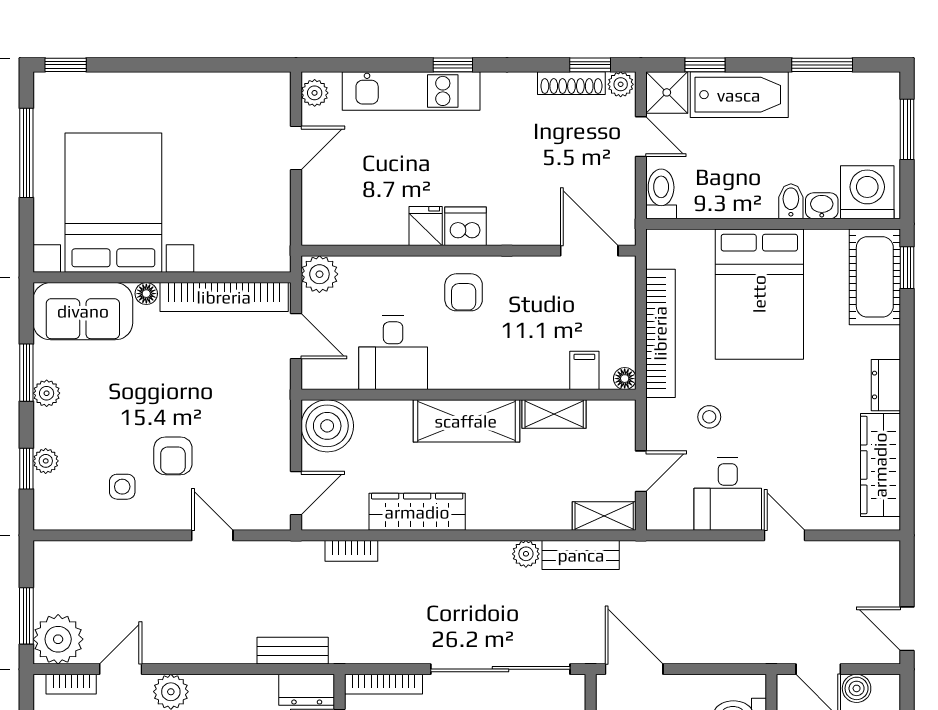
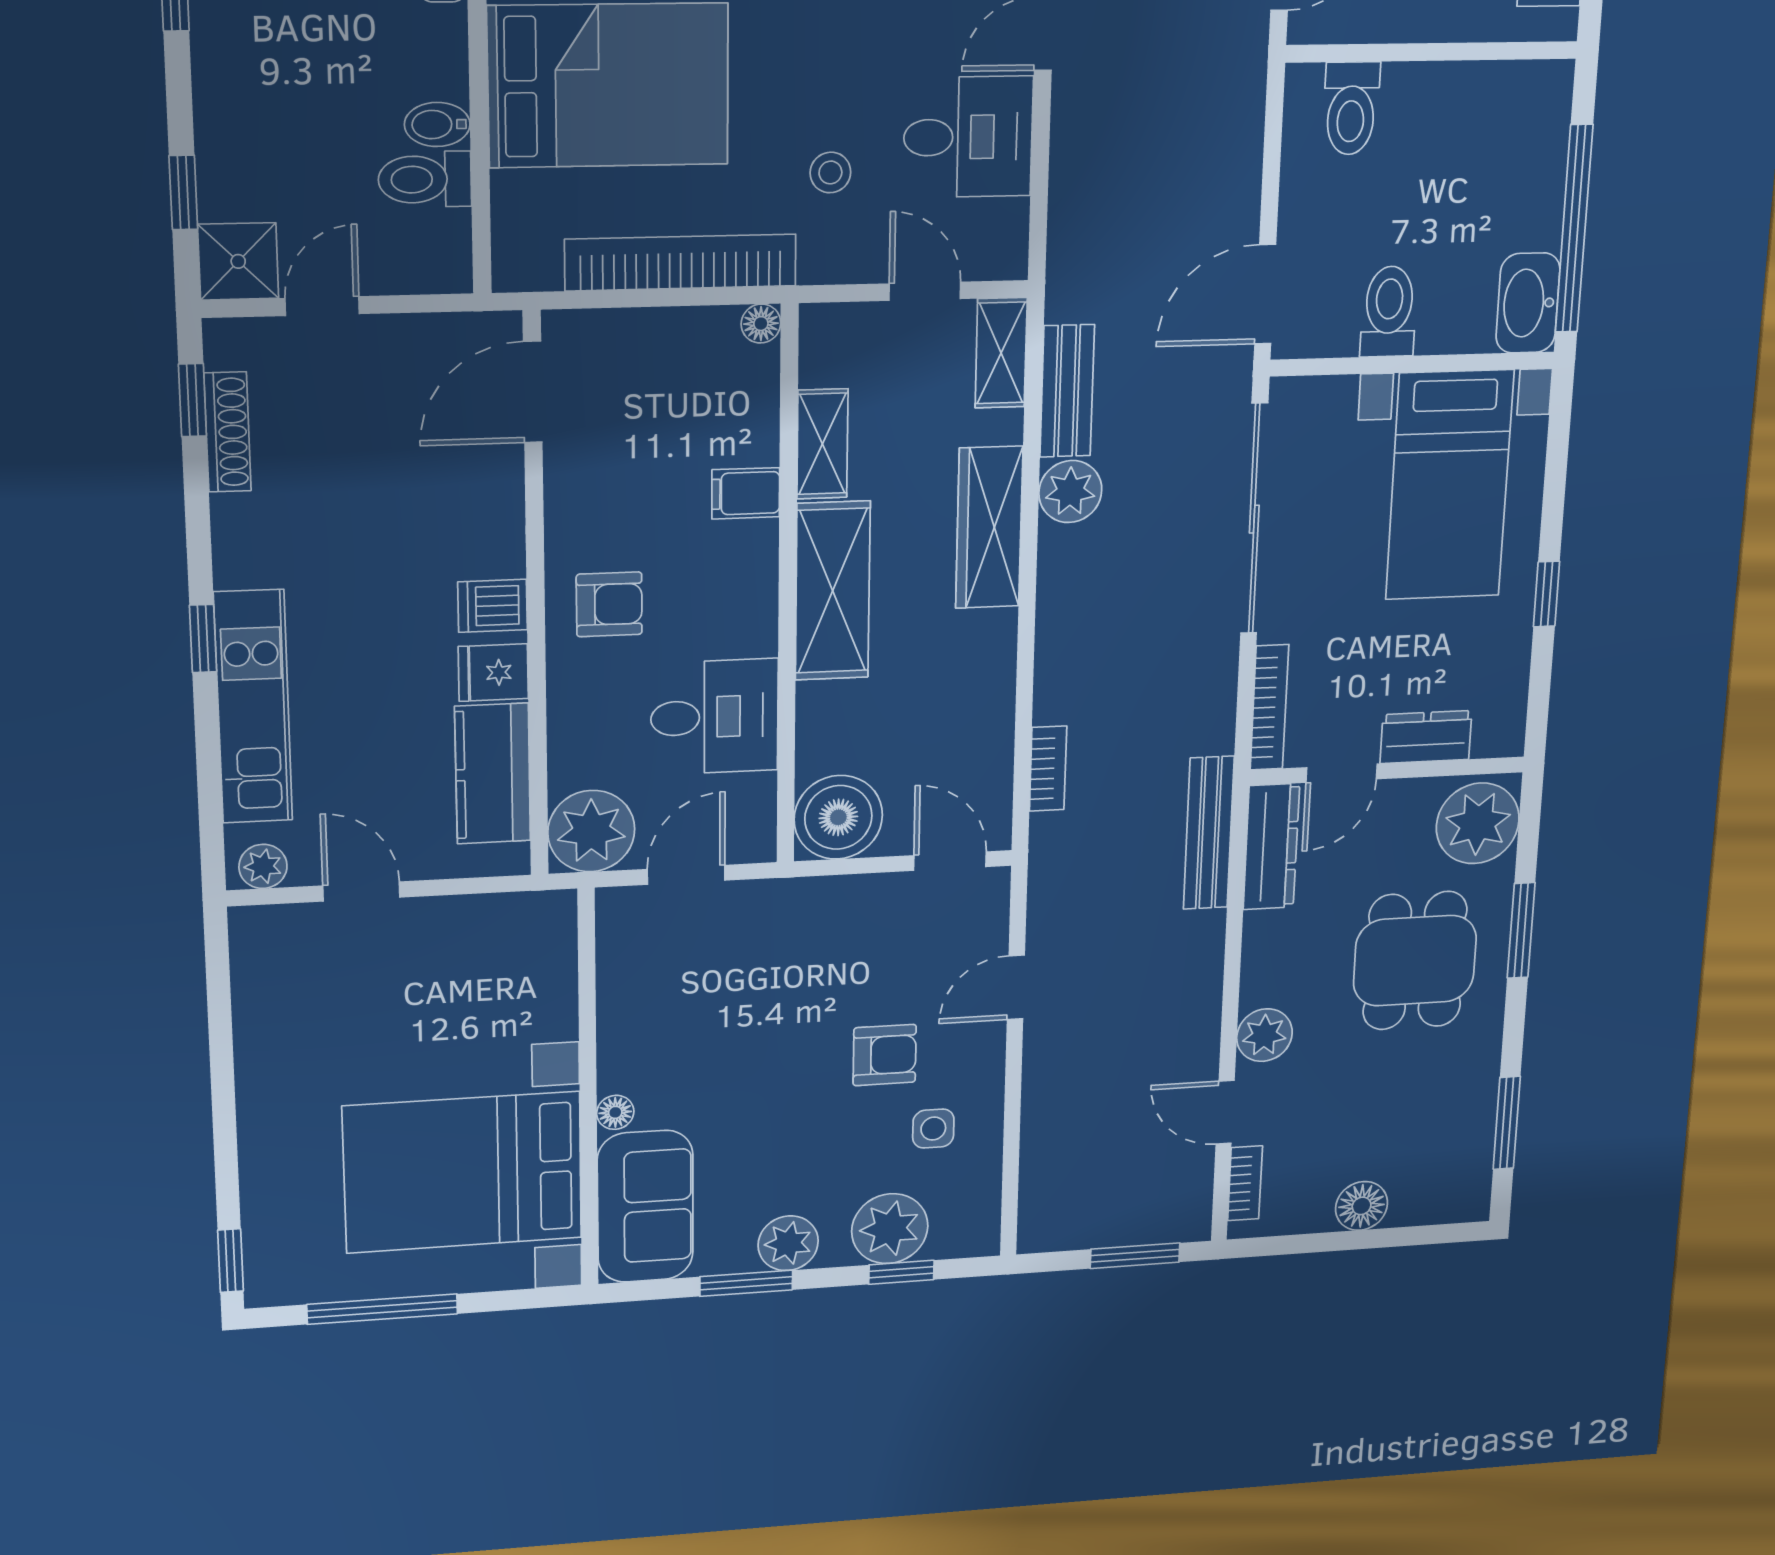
plant: (621, 84) -> (226, 345), removed
bathtub: (739, 95) -> (237, 128), removed
toilet: (661, 194) -> (425, 179), moved
bidet: (791, 201) -> (437, 124), moved
kitchen counter: (364, 225) -> (493, 774), added
dishwasher: (465, 226) -> (493, 606), width x0.73
plant: (319, 274) -> (591, 831), width x1.36, depth x1.36
bookcase: (224, 297) -> (620, 992), removed
filing cabinet: (584, 370) -> (746, 493), moved
plant: (47, 393) -> (788, 1243), width x1.38, depth x1.38
plant: (46, 461) -> (890, 1229), width x1.87, depth x1.87
wardrobe: (417, 512) -> (989, 527), moved
plant: (526, 554) -> (1070, 492), width x1.38, depth x1.38
plant: (58, 639) -> (1174, 1207), removed
bench: (293, 651) -> (1209, 833), width x1.36
dresser: (307, 690) -> (1271, 847), width x1.44

